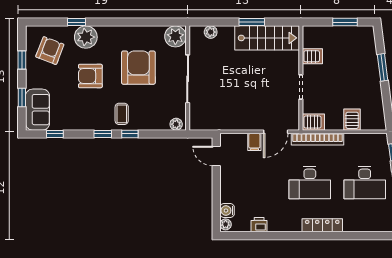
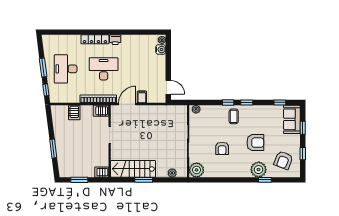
server rack: (312, 56) -> (102, 172), moved
armchair: (138, 68) -> (222, 148), width x0.53, depth x0.53
desk: (365, 183) -> (66, 69), turned -90
printer: (259, 225) -> (115, 40), moved

